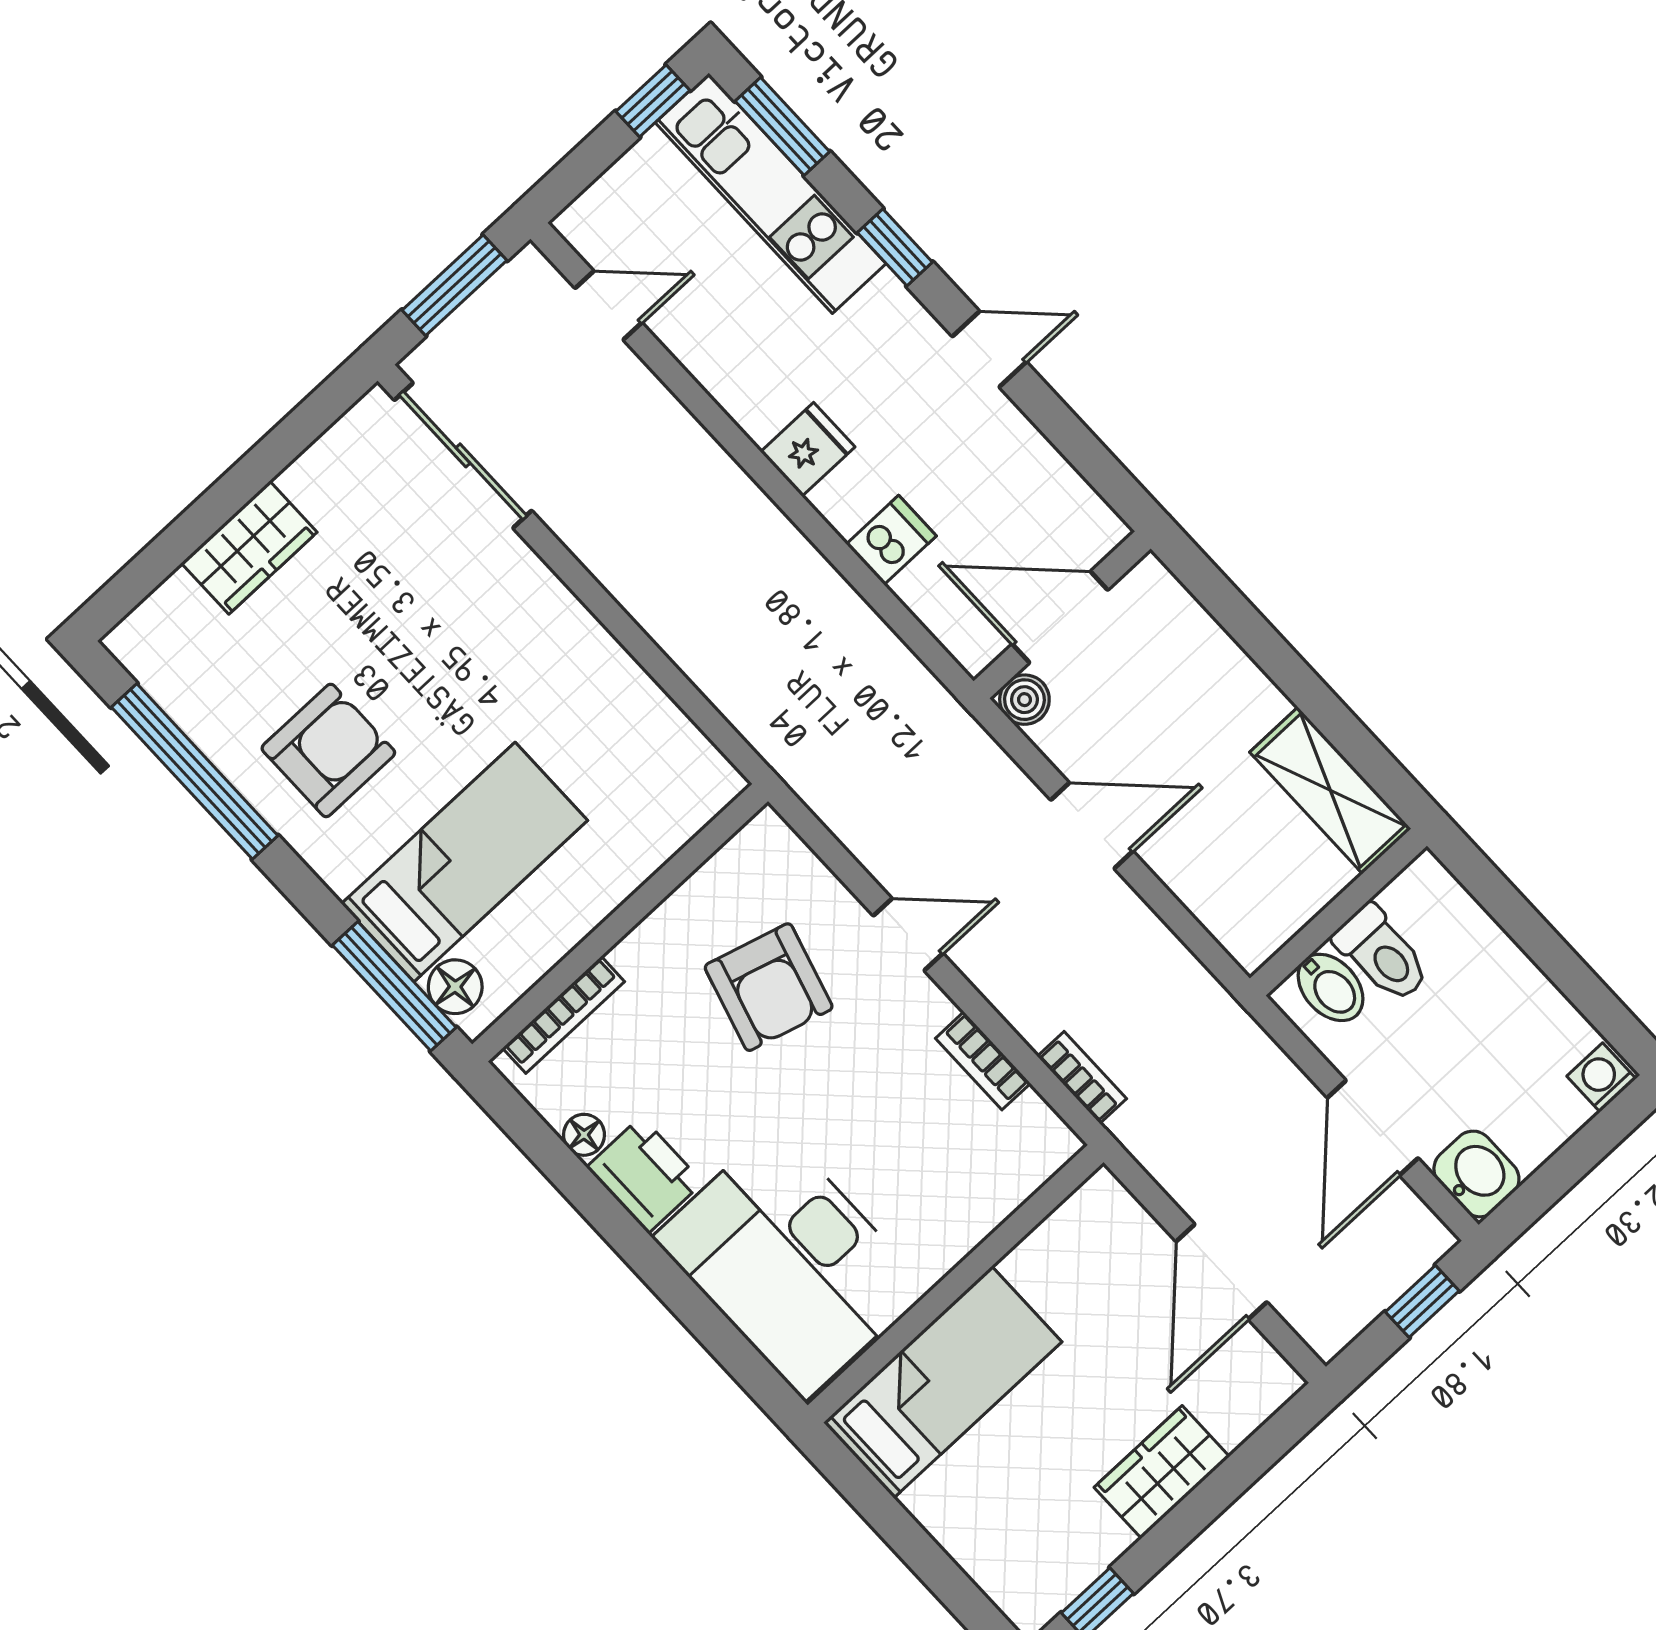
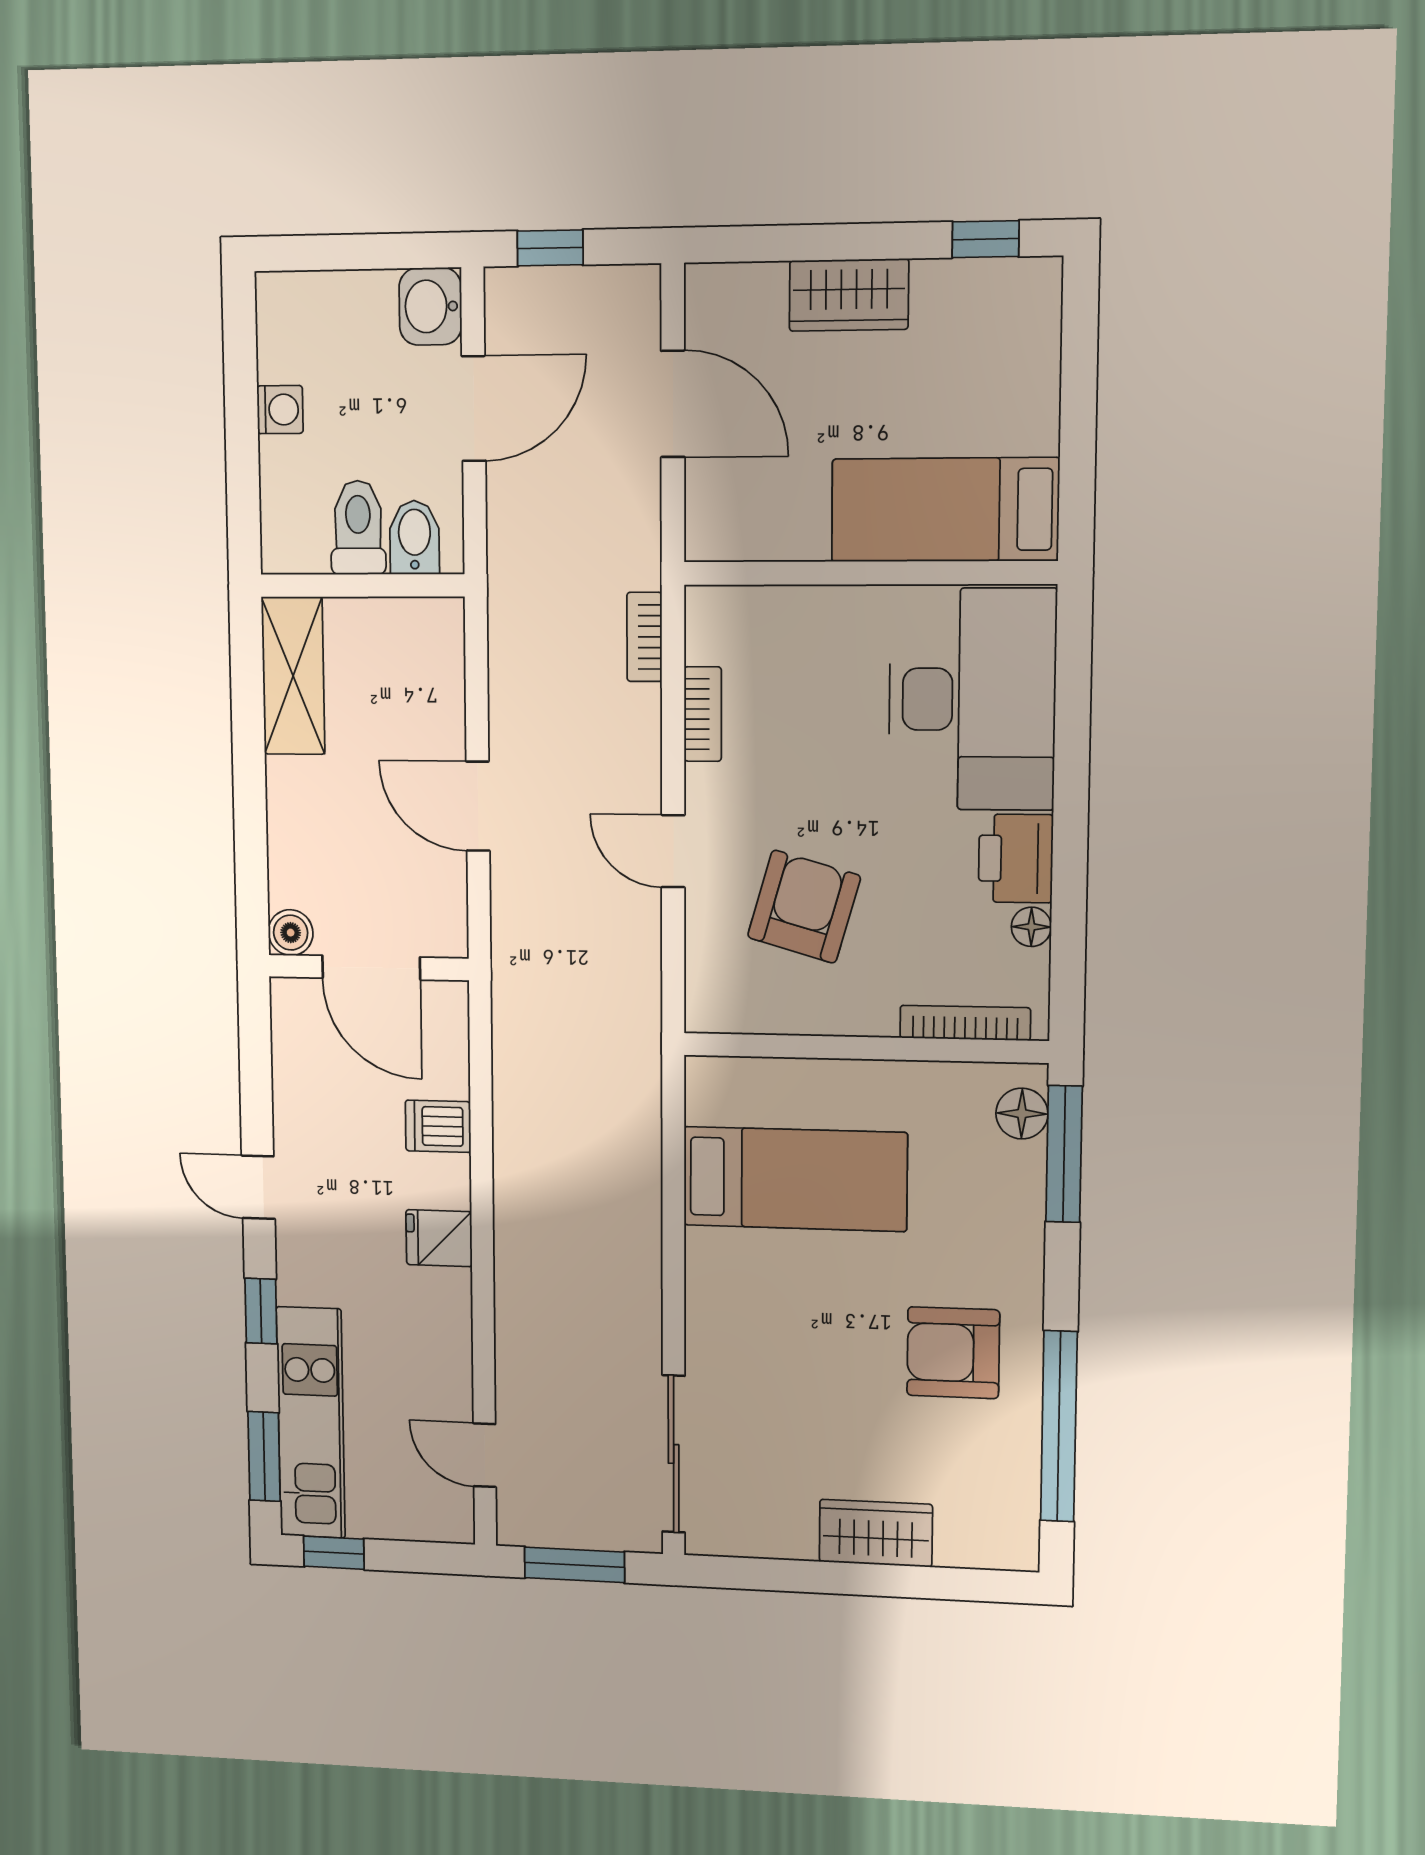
boiler: (1024, 700) -> (291, 933), moved
bed: (465, 862) -> (795, 1179), moved, turned 180
washing machine: (1601, 1077) -> (280, 410), moved, turned -90
door: (1221, 1272) -> (673, 404), hinge flipped

